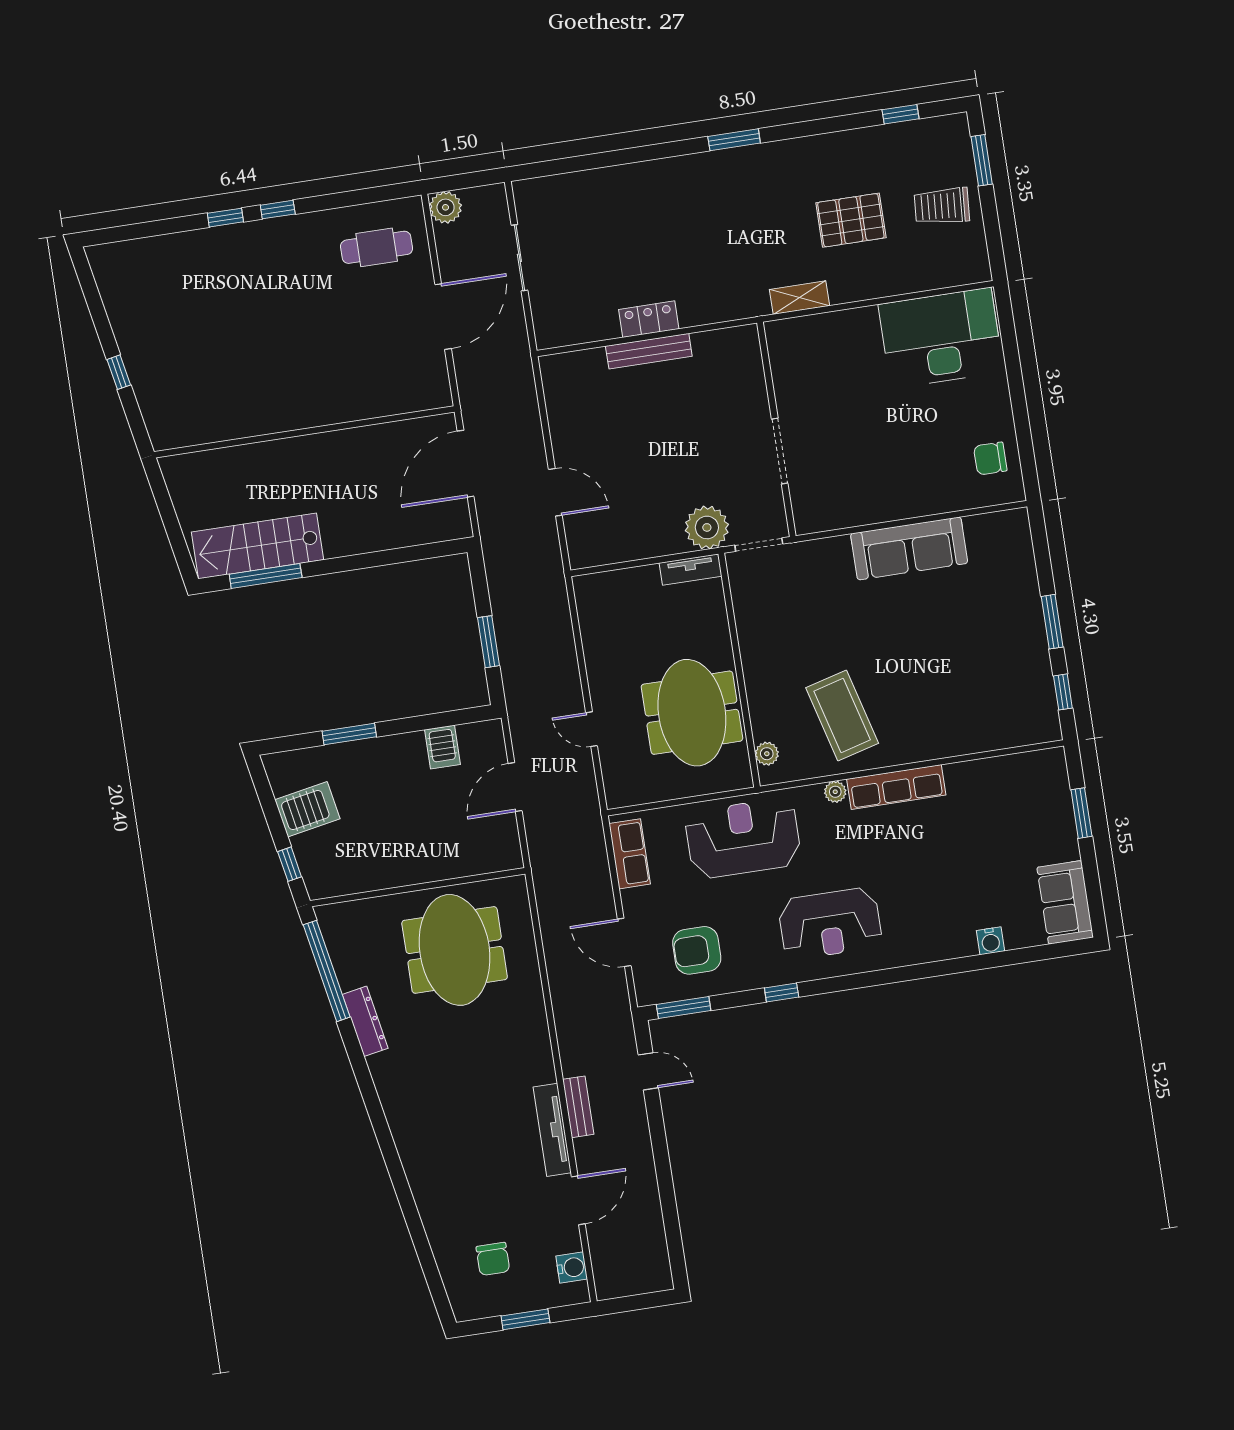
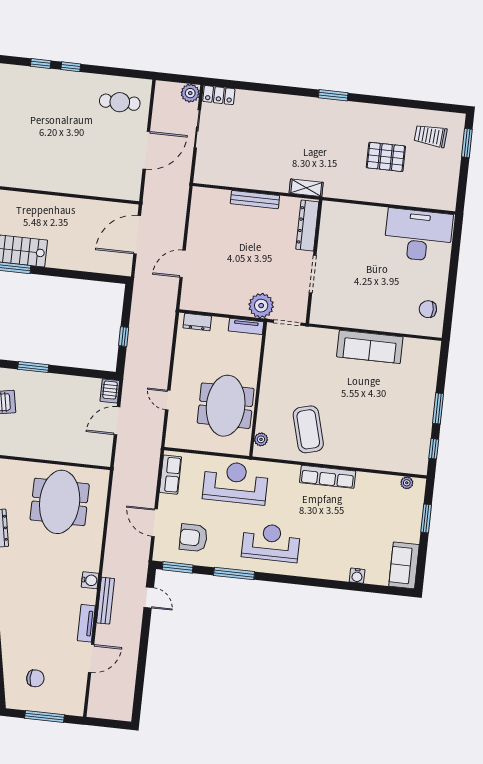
window: (901, 114) -> (429, 106), removed
trolley: (942, 206) -> (431, 136), moved
plant: (446, 207) -> (190, 93), moved
shelving: (800, 298) -> (306, 188), moved
locker: (649, 319) -> (219, 95), moved, turned 180
dresser: (749, 372) -> (307, 226), added
door: (555, 492) -> (183, 264), swing flipped
dresser: (606, 584) -> (197, 322), added
window: (489, 642) -> (124, 337), width x0.67
server rack: (442, 747) -> (110, 391), moved
plant: (835, 792) -> (407, 483), moved
reception desk: (830, 923) -> (271, 542), turned 180
window: (782, 993) -> (234, 573), width x2.17
bench: (578, 1107) -> (106, 601), width x1.36
tv unit: (552, 1130) -> (86, 623), width x0.71
chair: (493, 1259) -> (35, 678), turned -90
water cooler: (572, 1268) -> (90, 580), moved
window: (525, 1319) -> (44, 716), width x1.44

